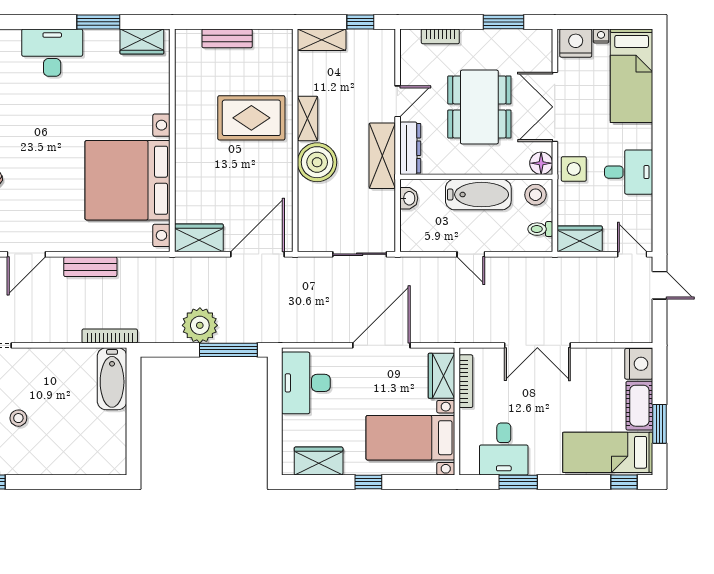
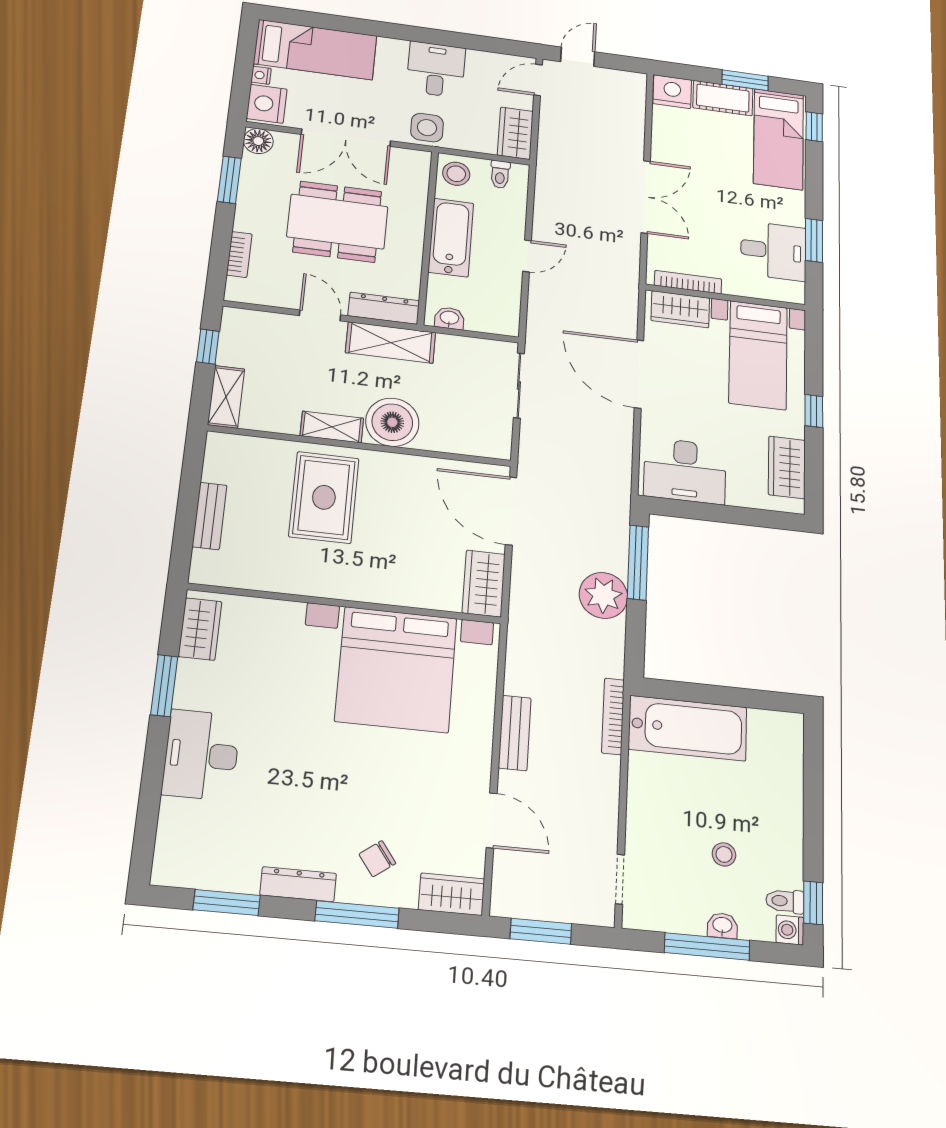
floor lamp: (541, 163) -> (258, 141), moved
bathtub: (112, 379) -> (688, 728), width x1.36, depth x1.36

